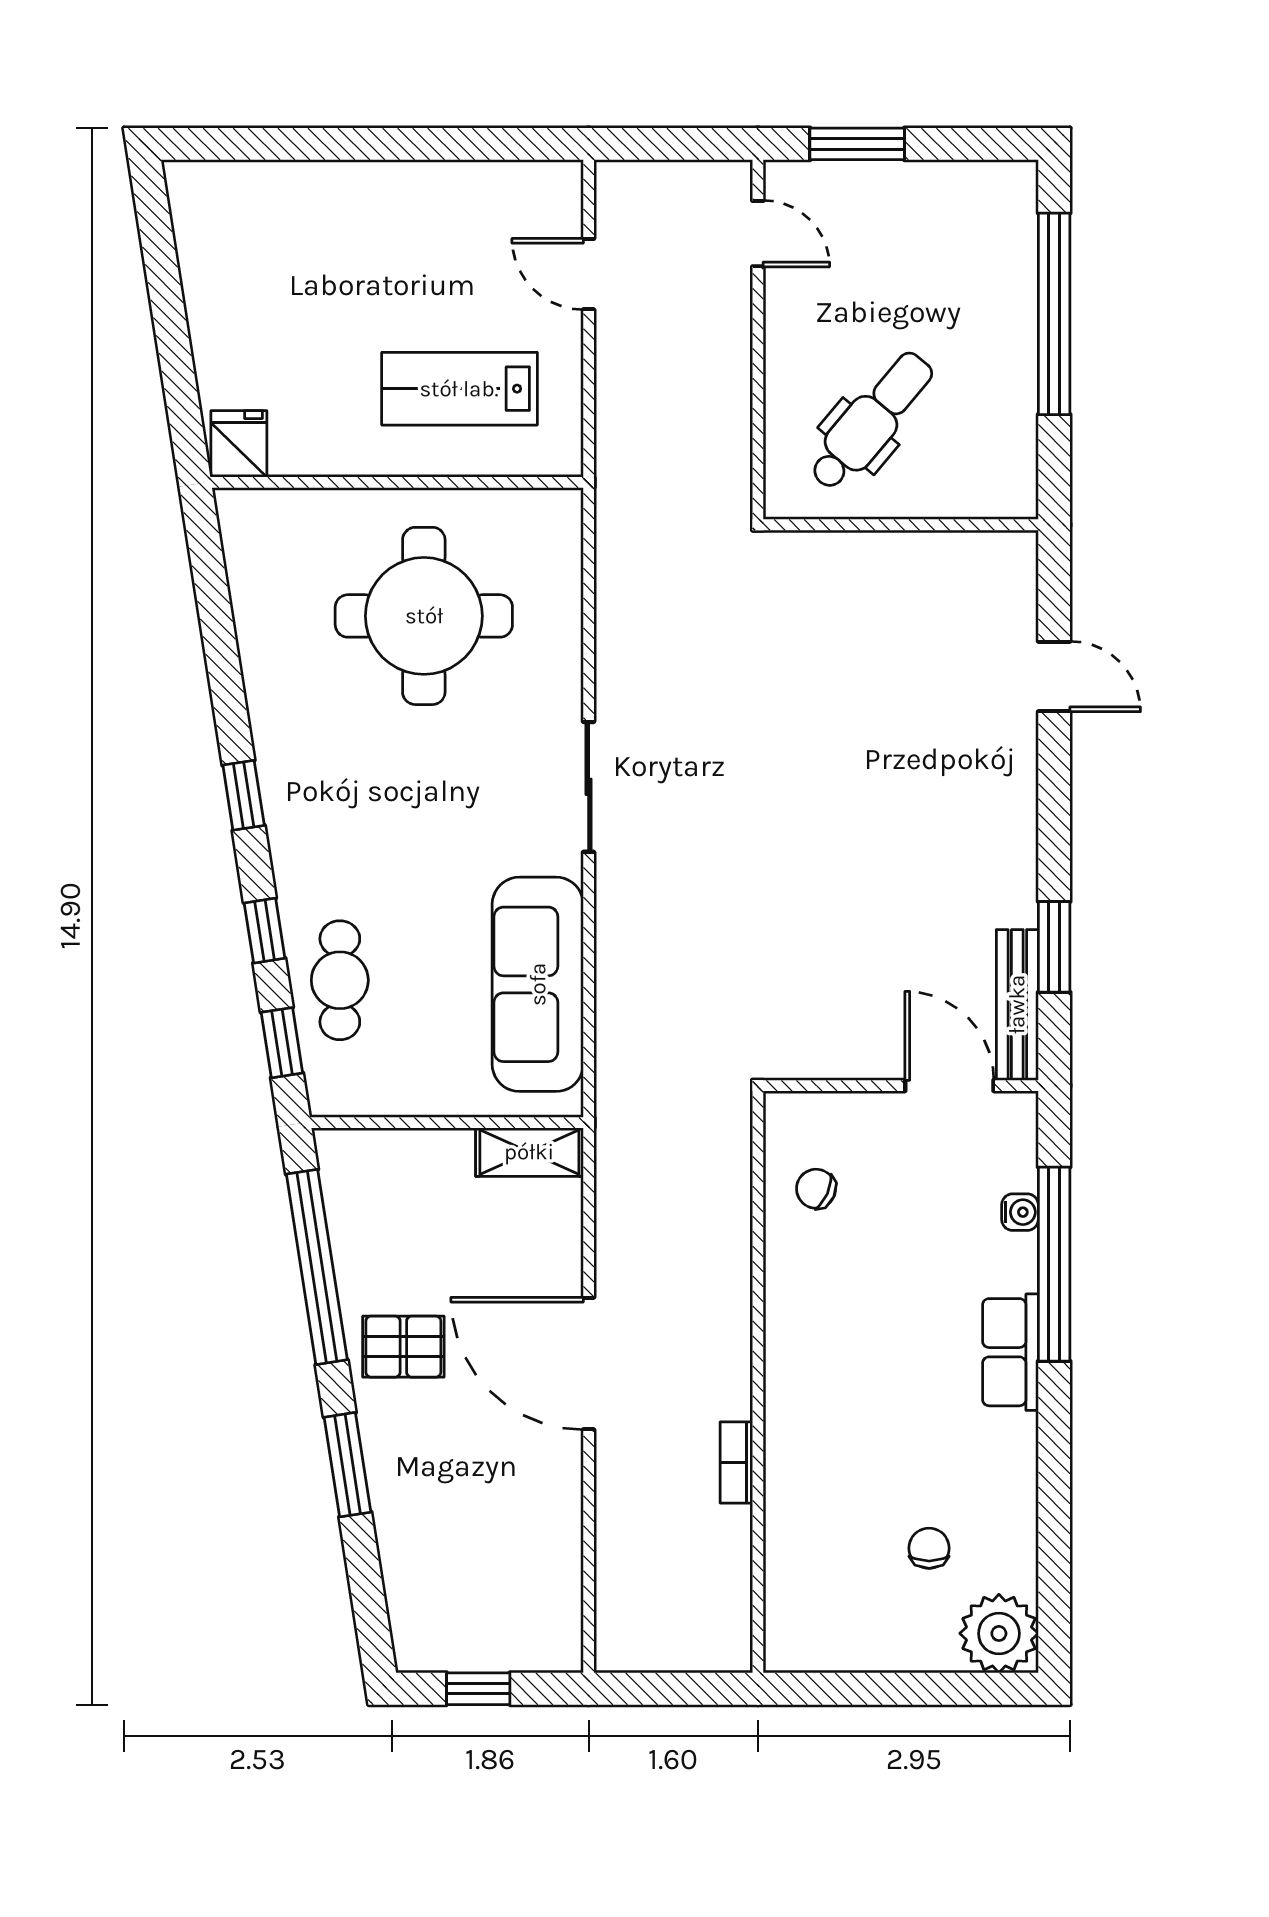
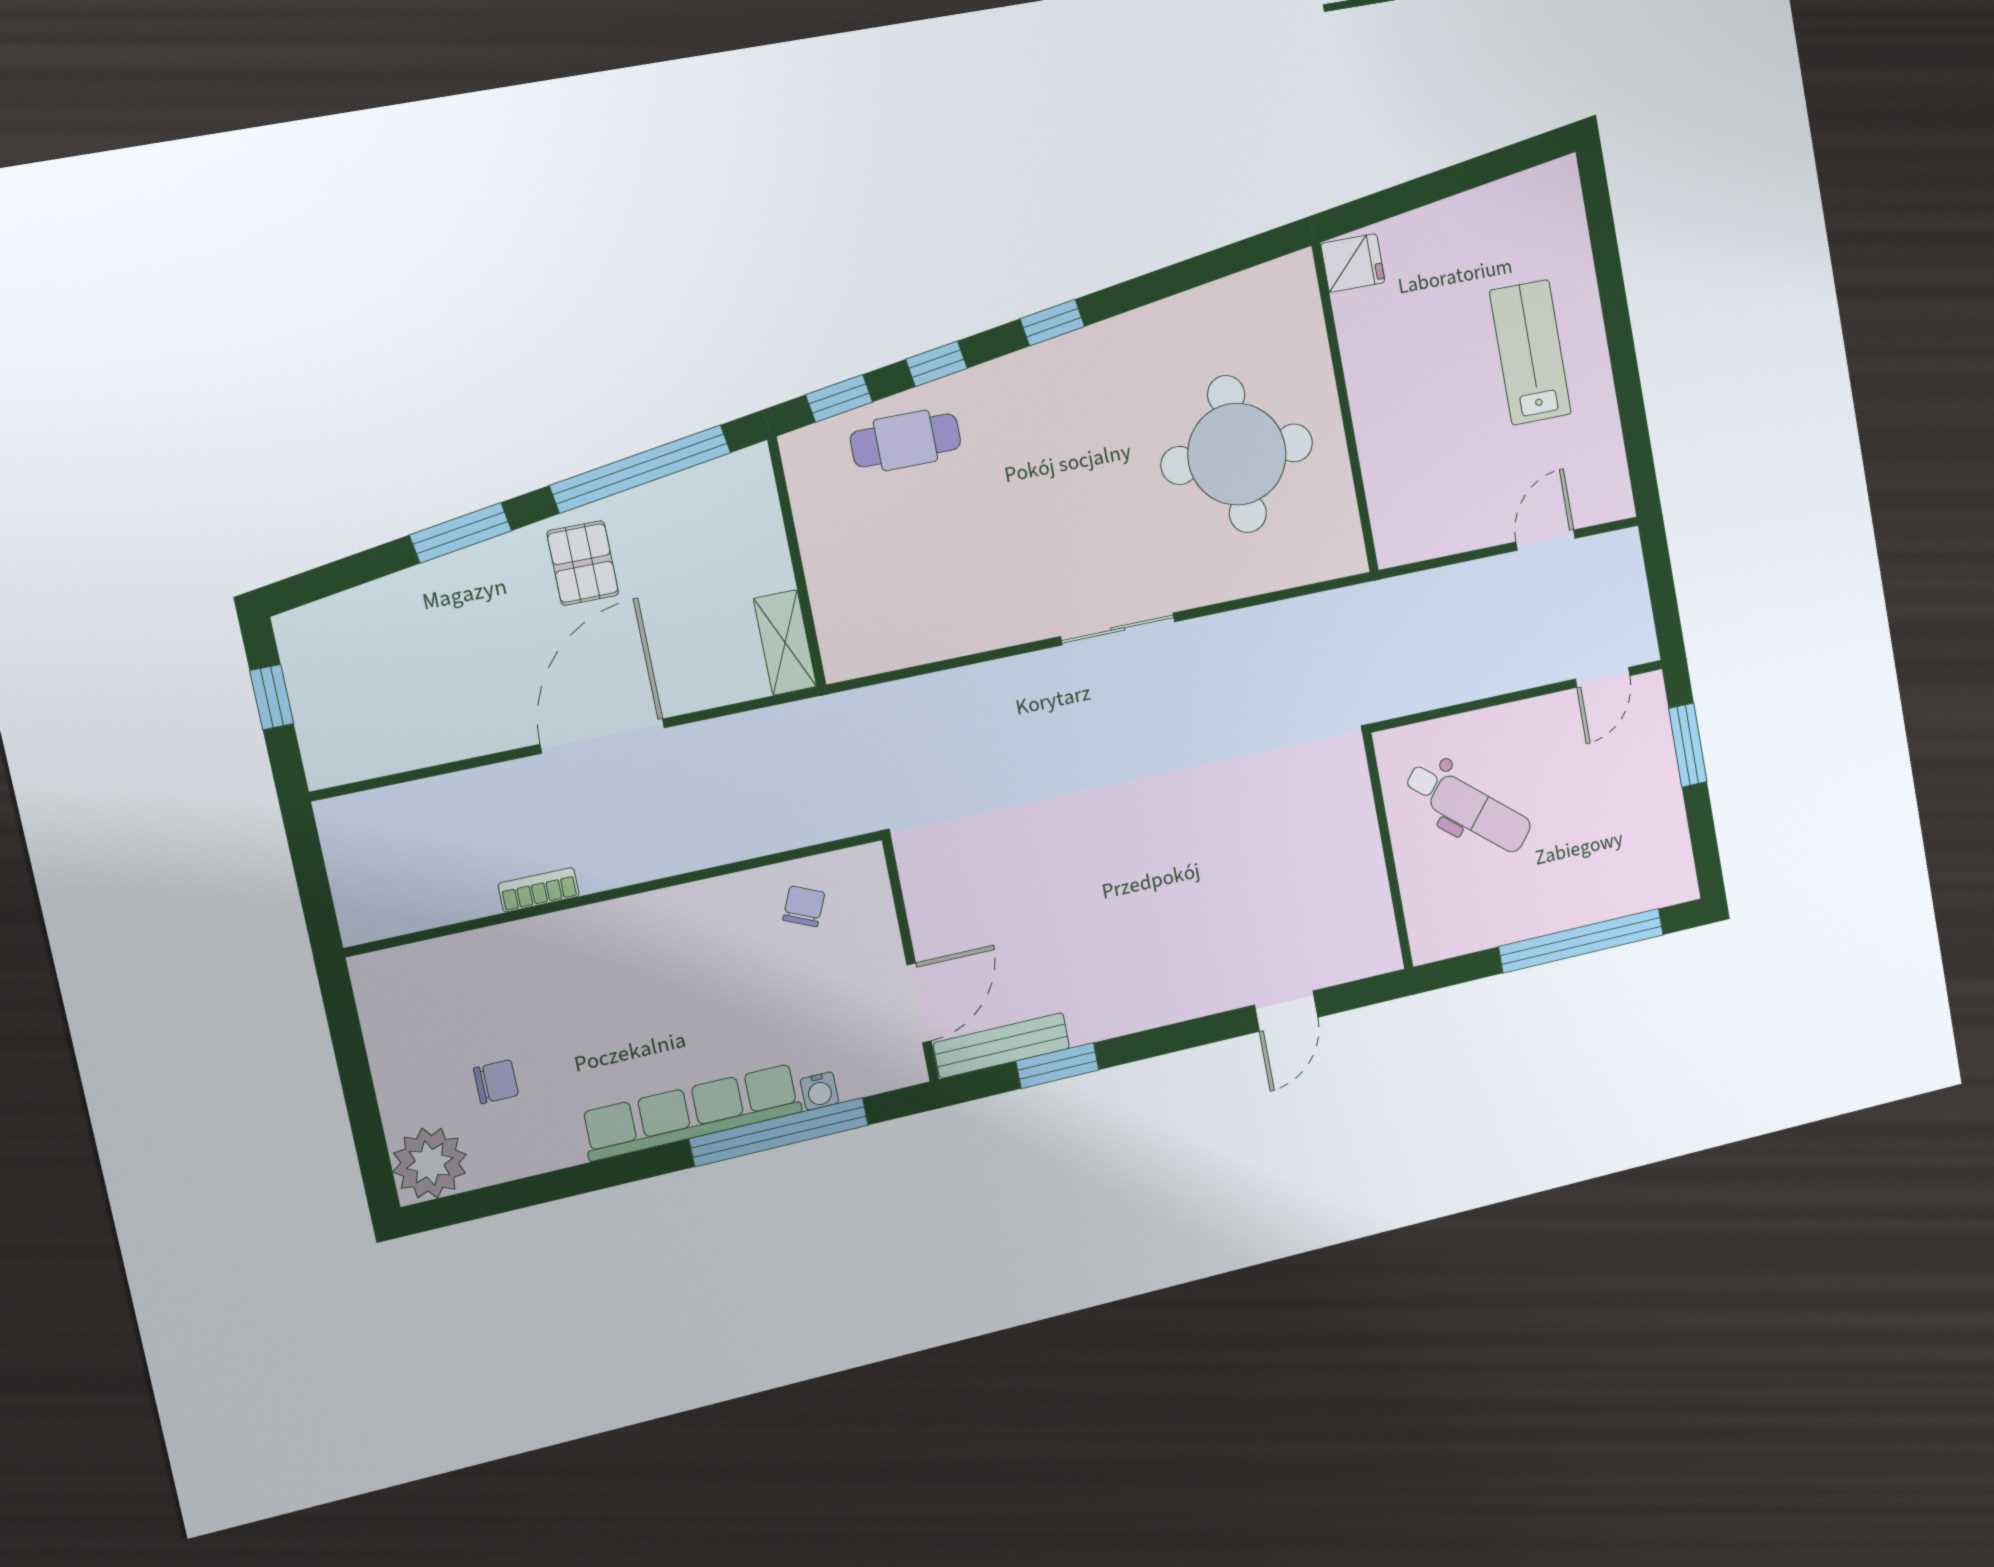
lab bench: (459, 389) -> (1530, 352), moved
sofa: (538, 984) -> (937, 619), removed
row of seats: (1010, 1352) -> (692, 1112), width x2.02

